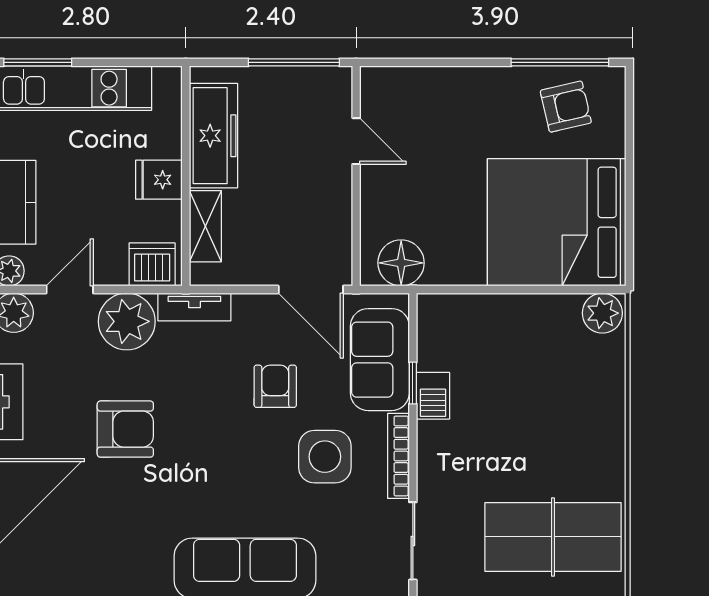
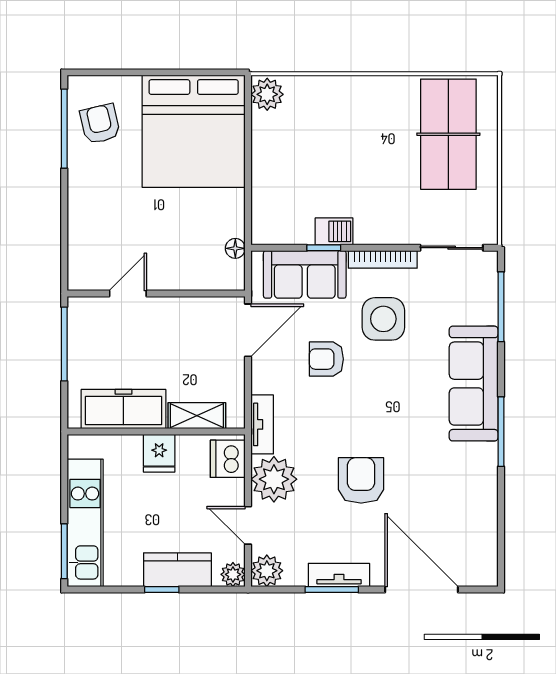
floor lamp: (401, 263) -> (235, 248), width x0.53, depth x0.53

